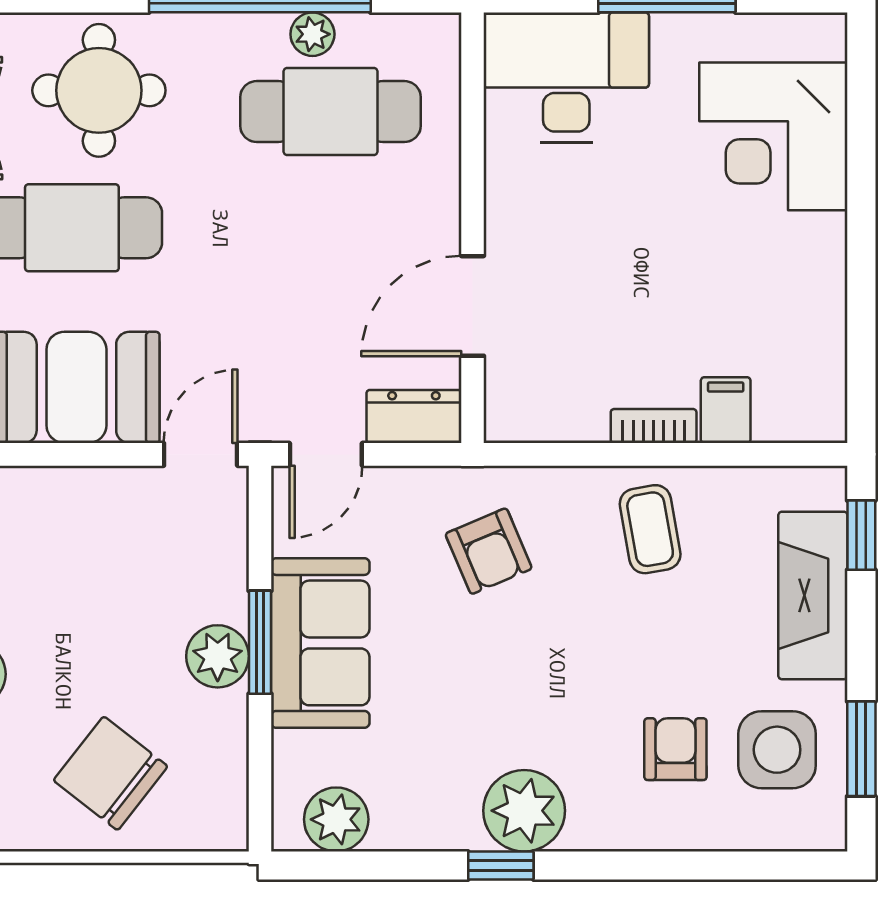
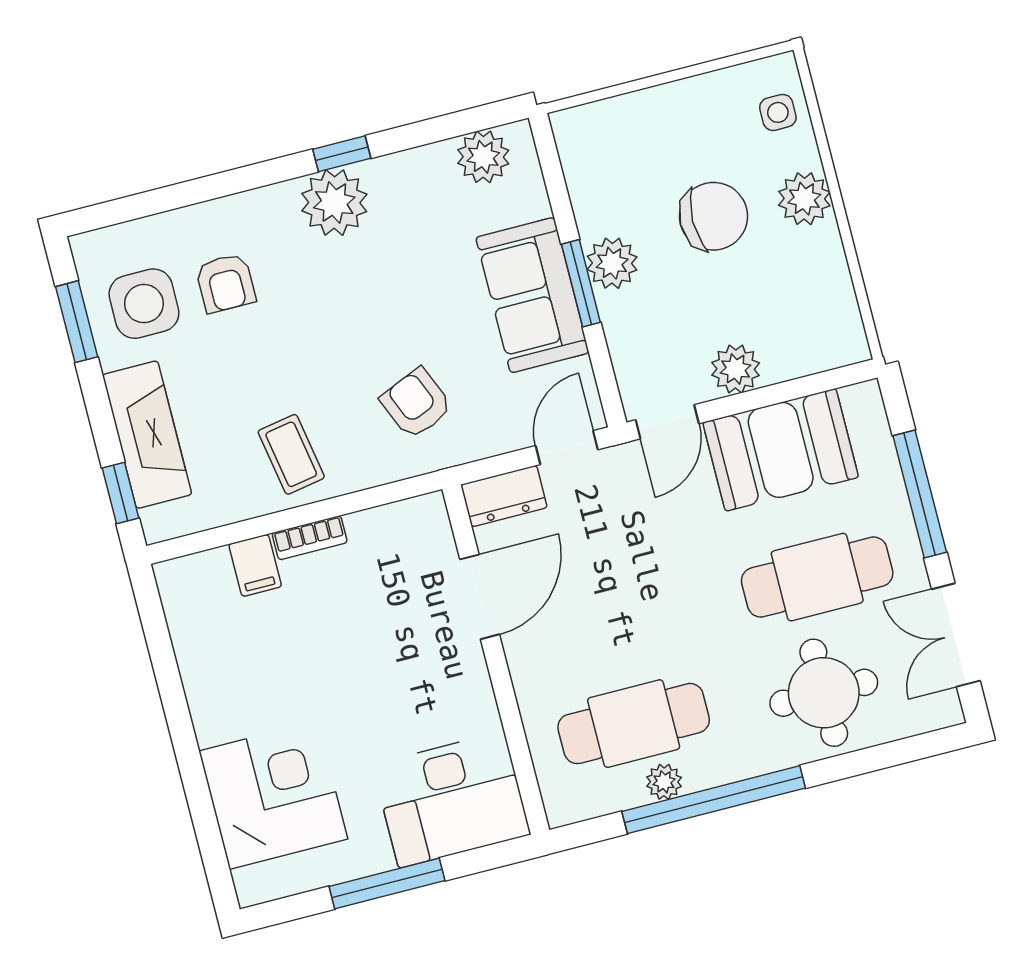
plant: (105, 495) -> (736, 369), added
chair: (111, 773) -> (713, 216), moved, turned -38

